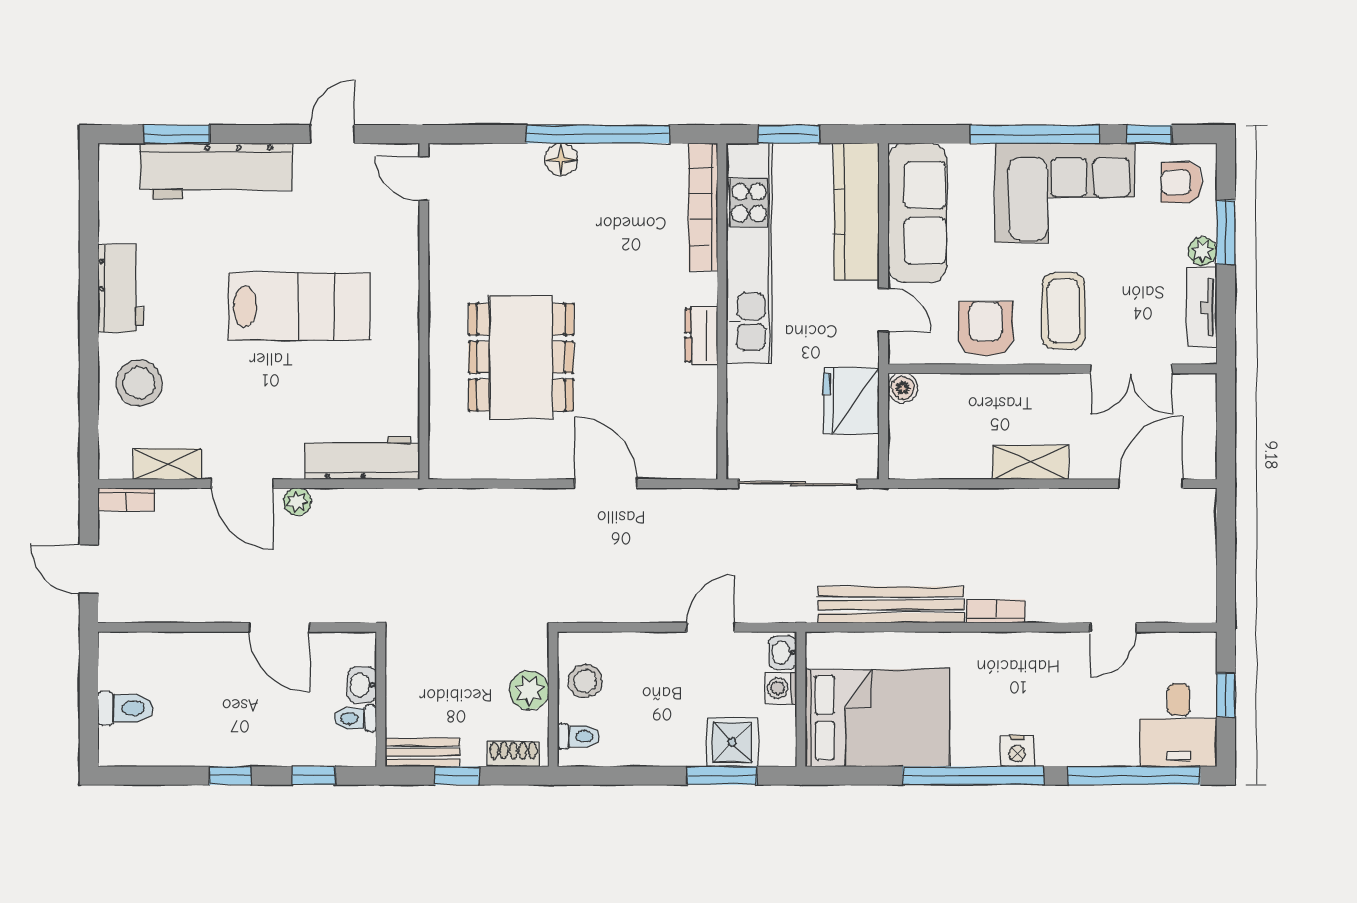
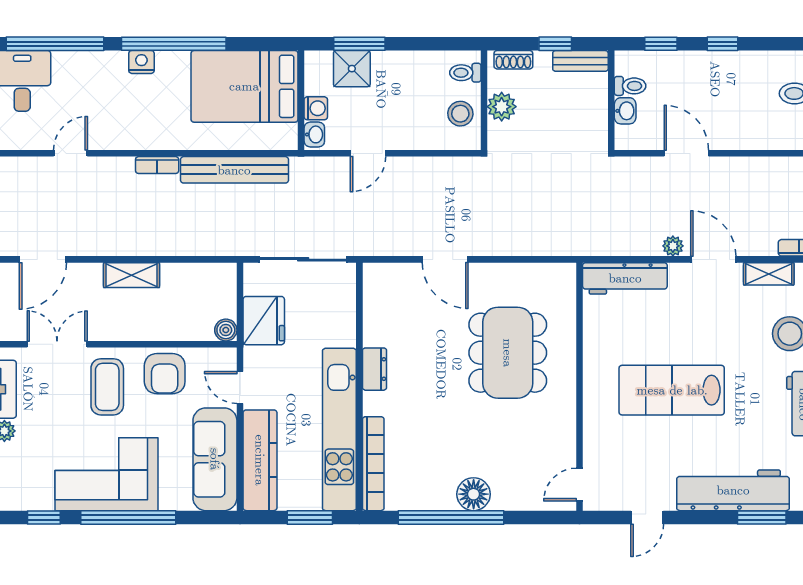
floor lamp: (561, 159) -> (474, 494), width x1.38, depth x1.38
door: (424, 179) -> (579, 485), swing flipped
armchair: (1181, 182) -> (20, 482), removed

